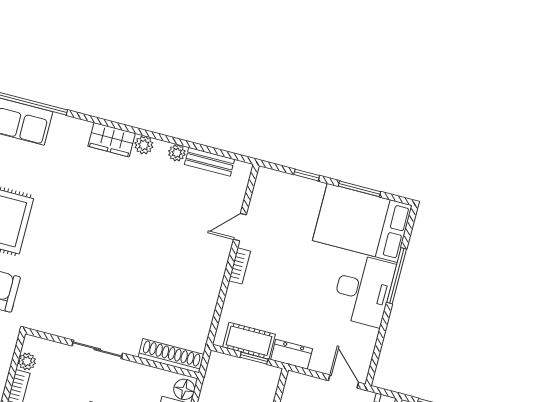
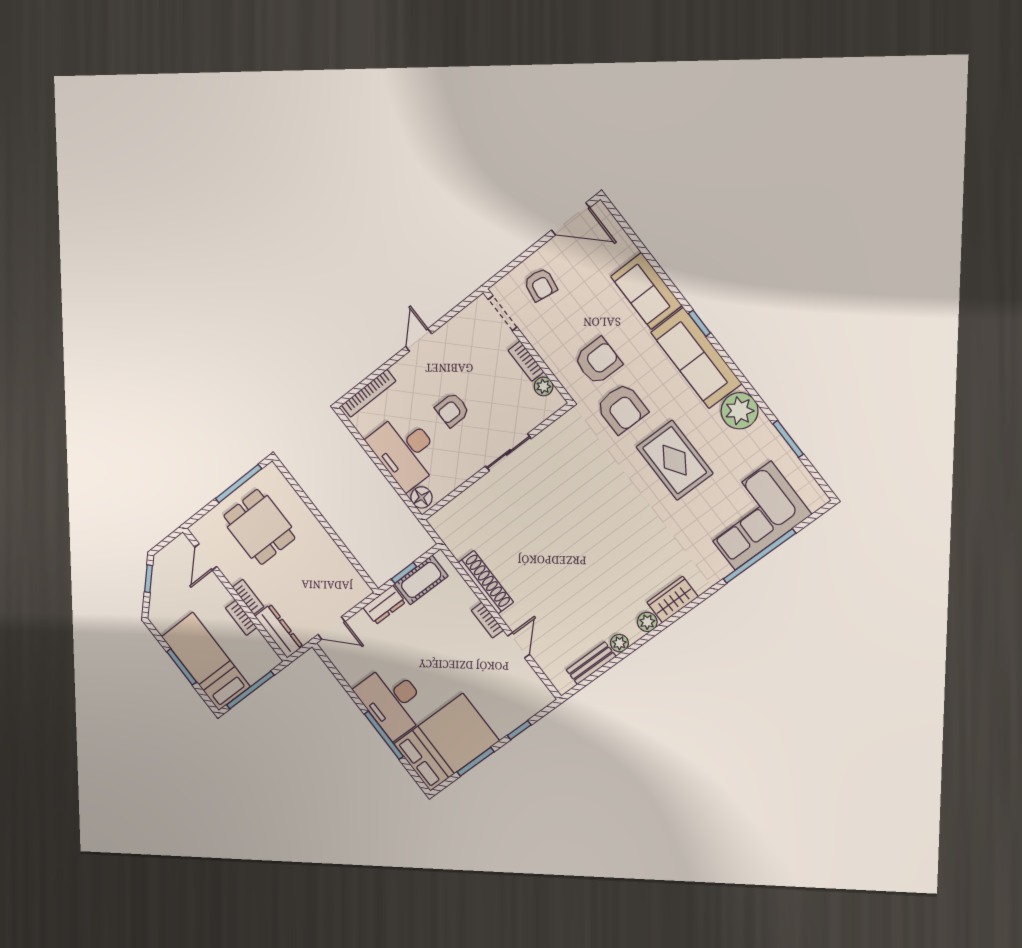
shoe rack: (171, 356) -> (486, 582), moved, turned -90

